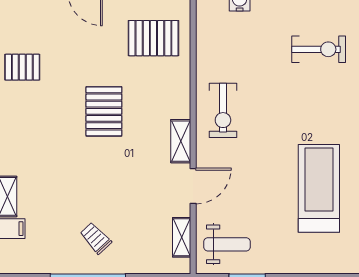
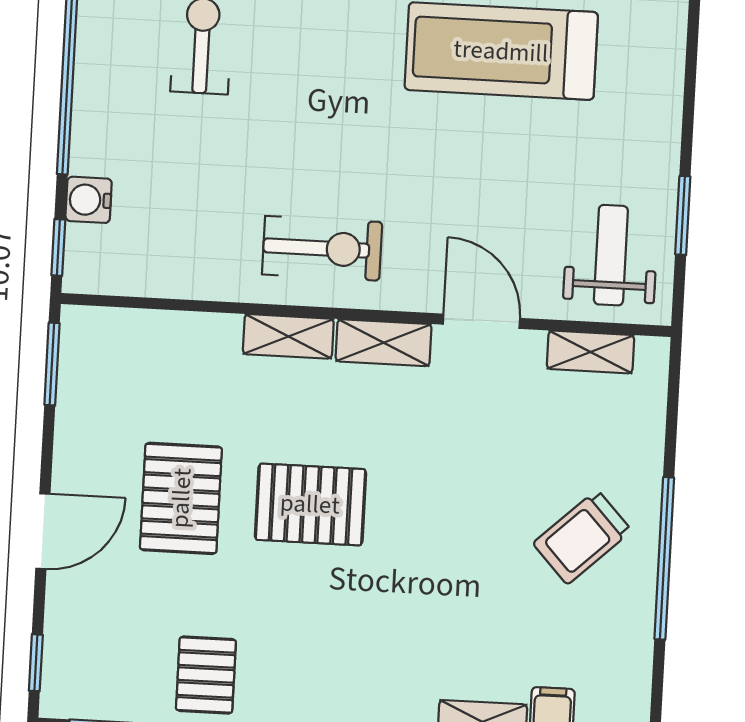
pallet: (153, 38) -> (181, 498), moved
shelving: (181, 97) -> (288, 336), added
trolley: (96, 238) -> (582, 537), width x1.36, depth x1.39

